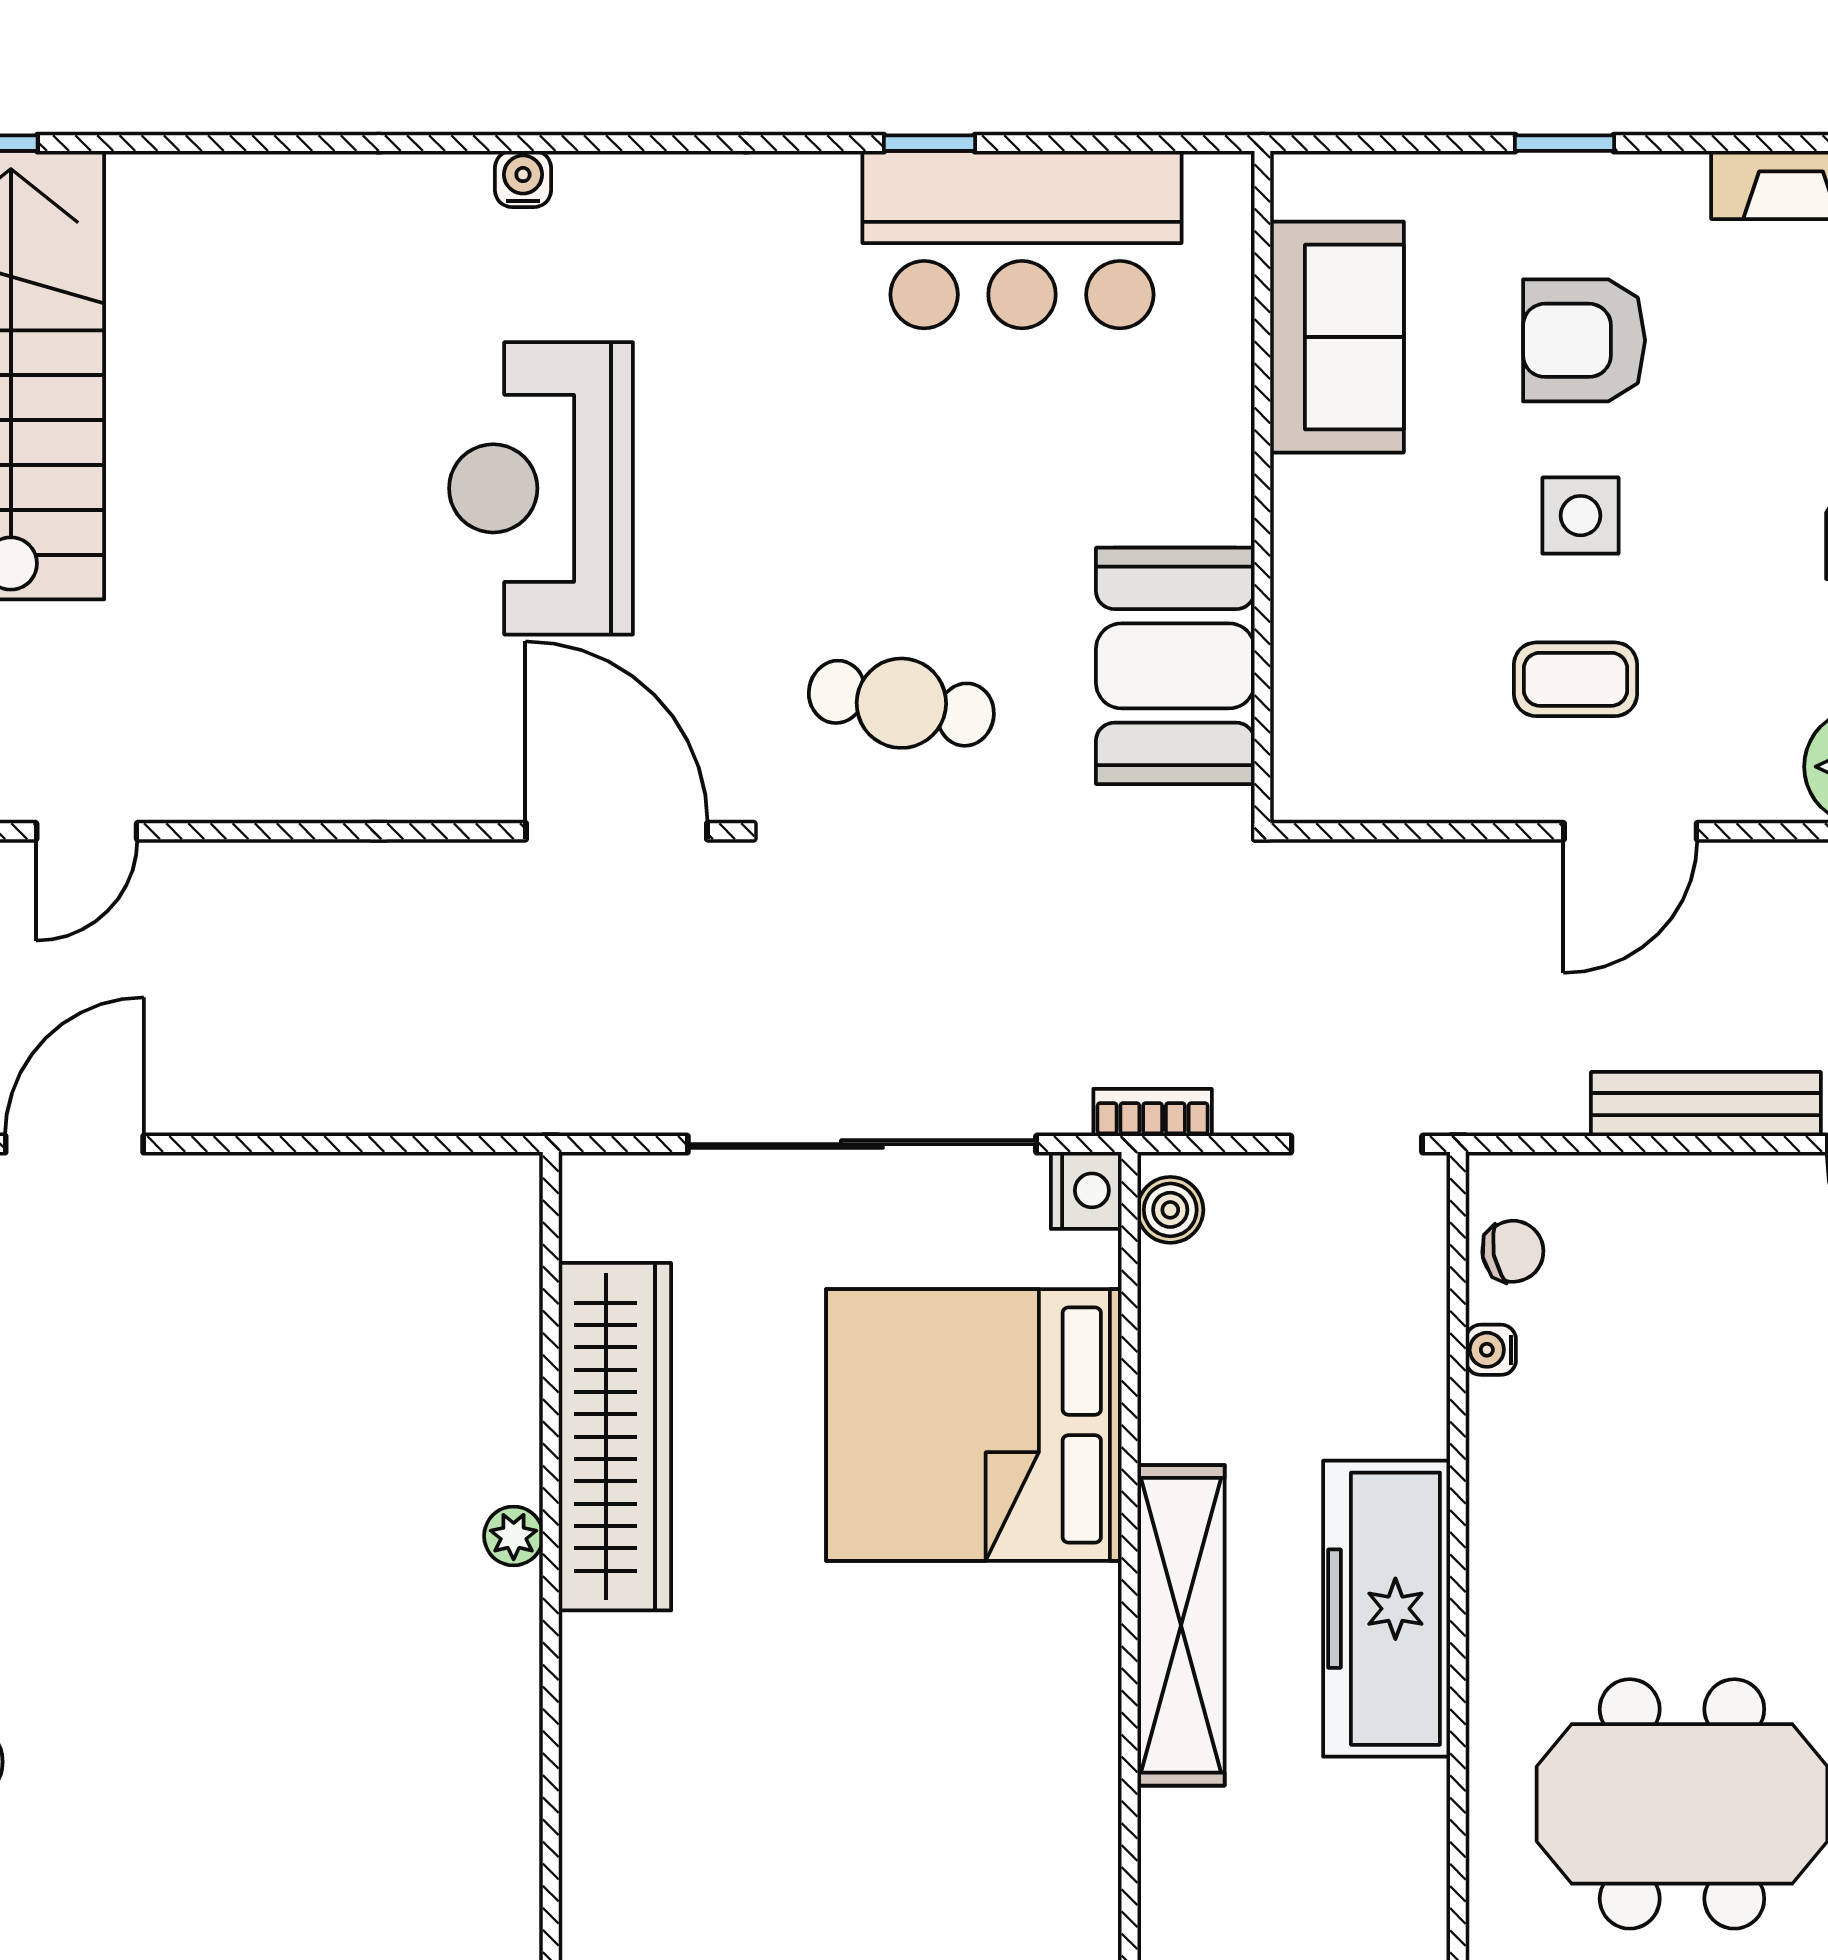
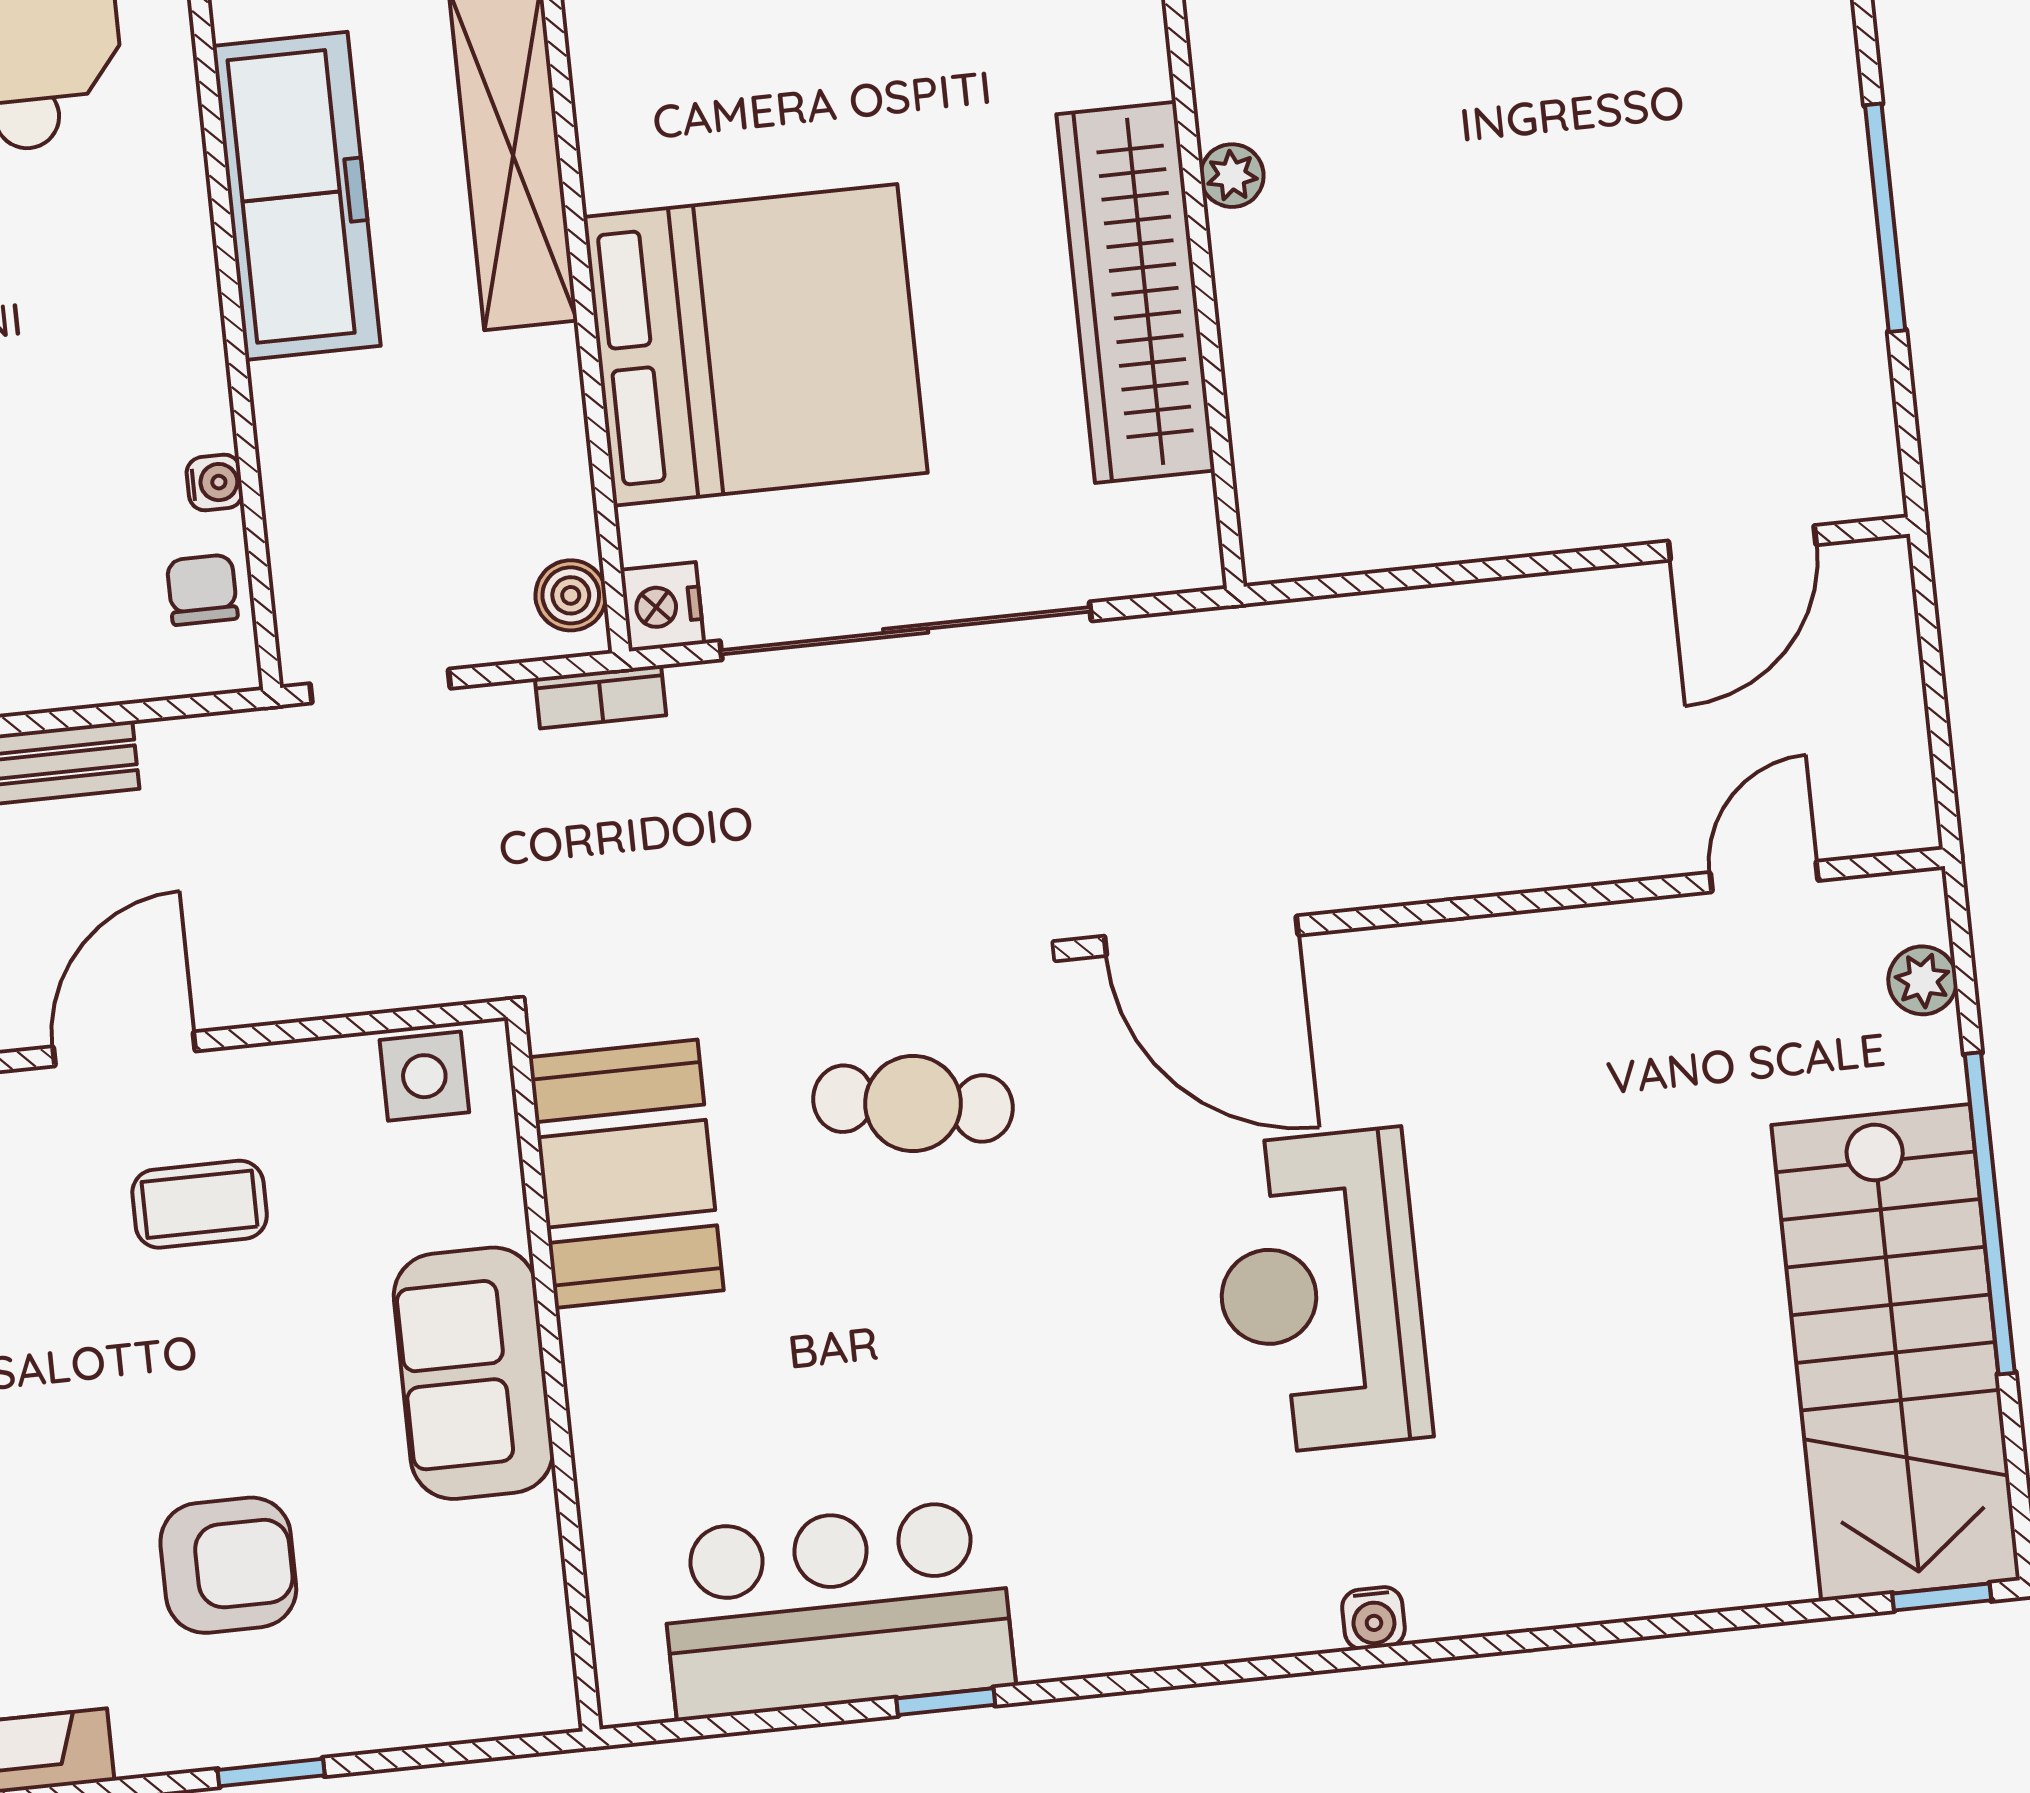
sofa: (1337, 337) -> (473, 1373), moved
reception desk: (541, 488) -> (1320, 1292), turned 180
side table: (1581, 516) -> (424, 1076), moved
chair: (1513, 1251) -> (202, 590), turned 101

